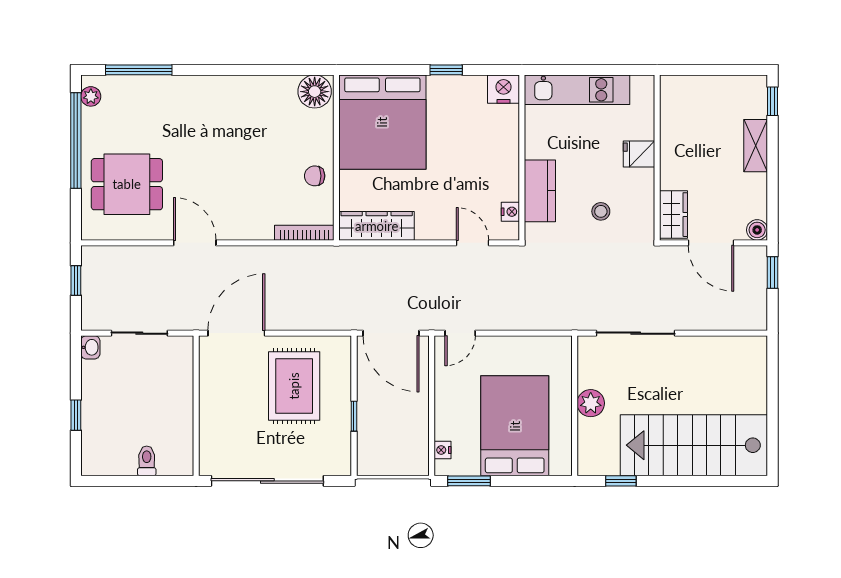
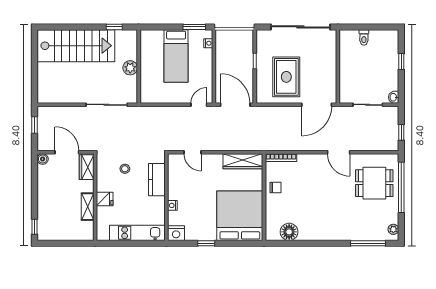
floor lamp: (315, 92) -> (289, 232), moved
window: (76, 141) -> (401, 187), moved
shelving: (756, 146) -> (88, 207), moved
nightstand: (510, 212) -> (172, 205), moved
window: (773, 272) -> (34, 125), moved
bed: (515, 426) -> (176, 56), width x0.67

